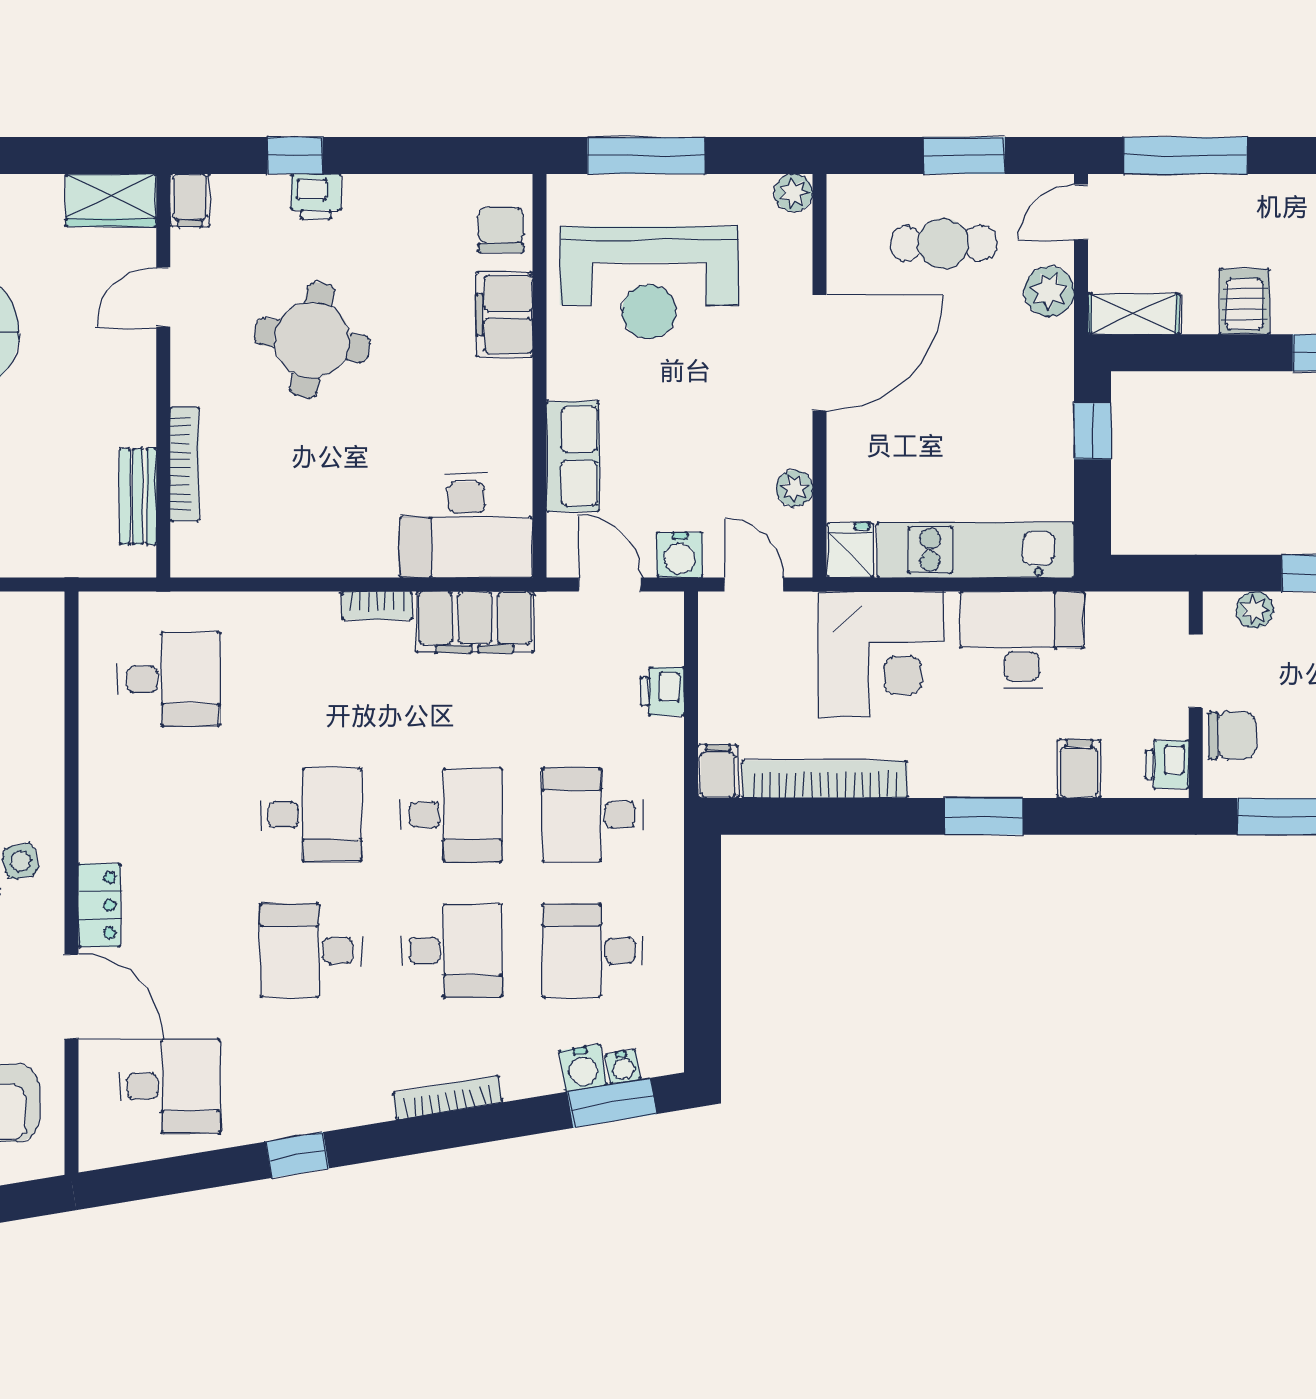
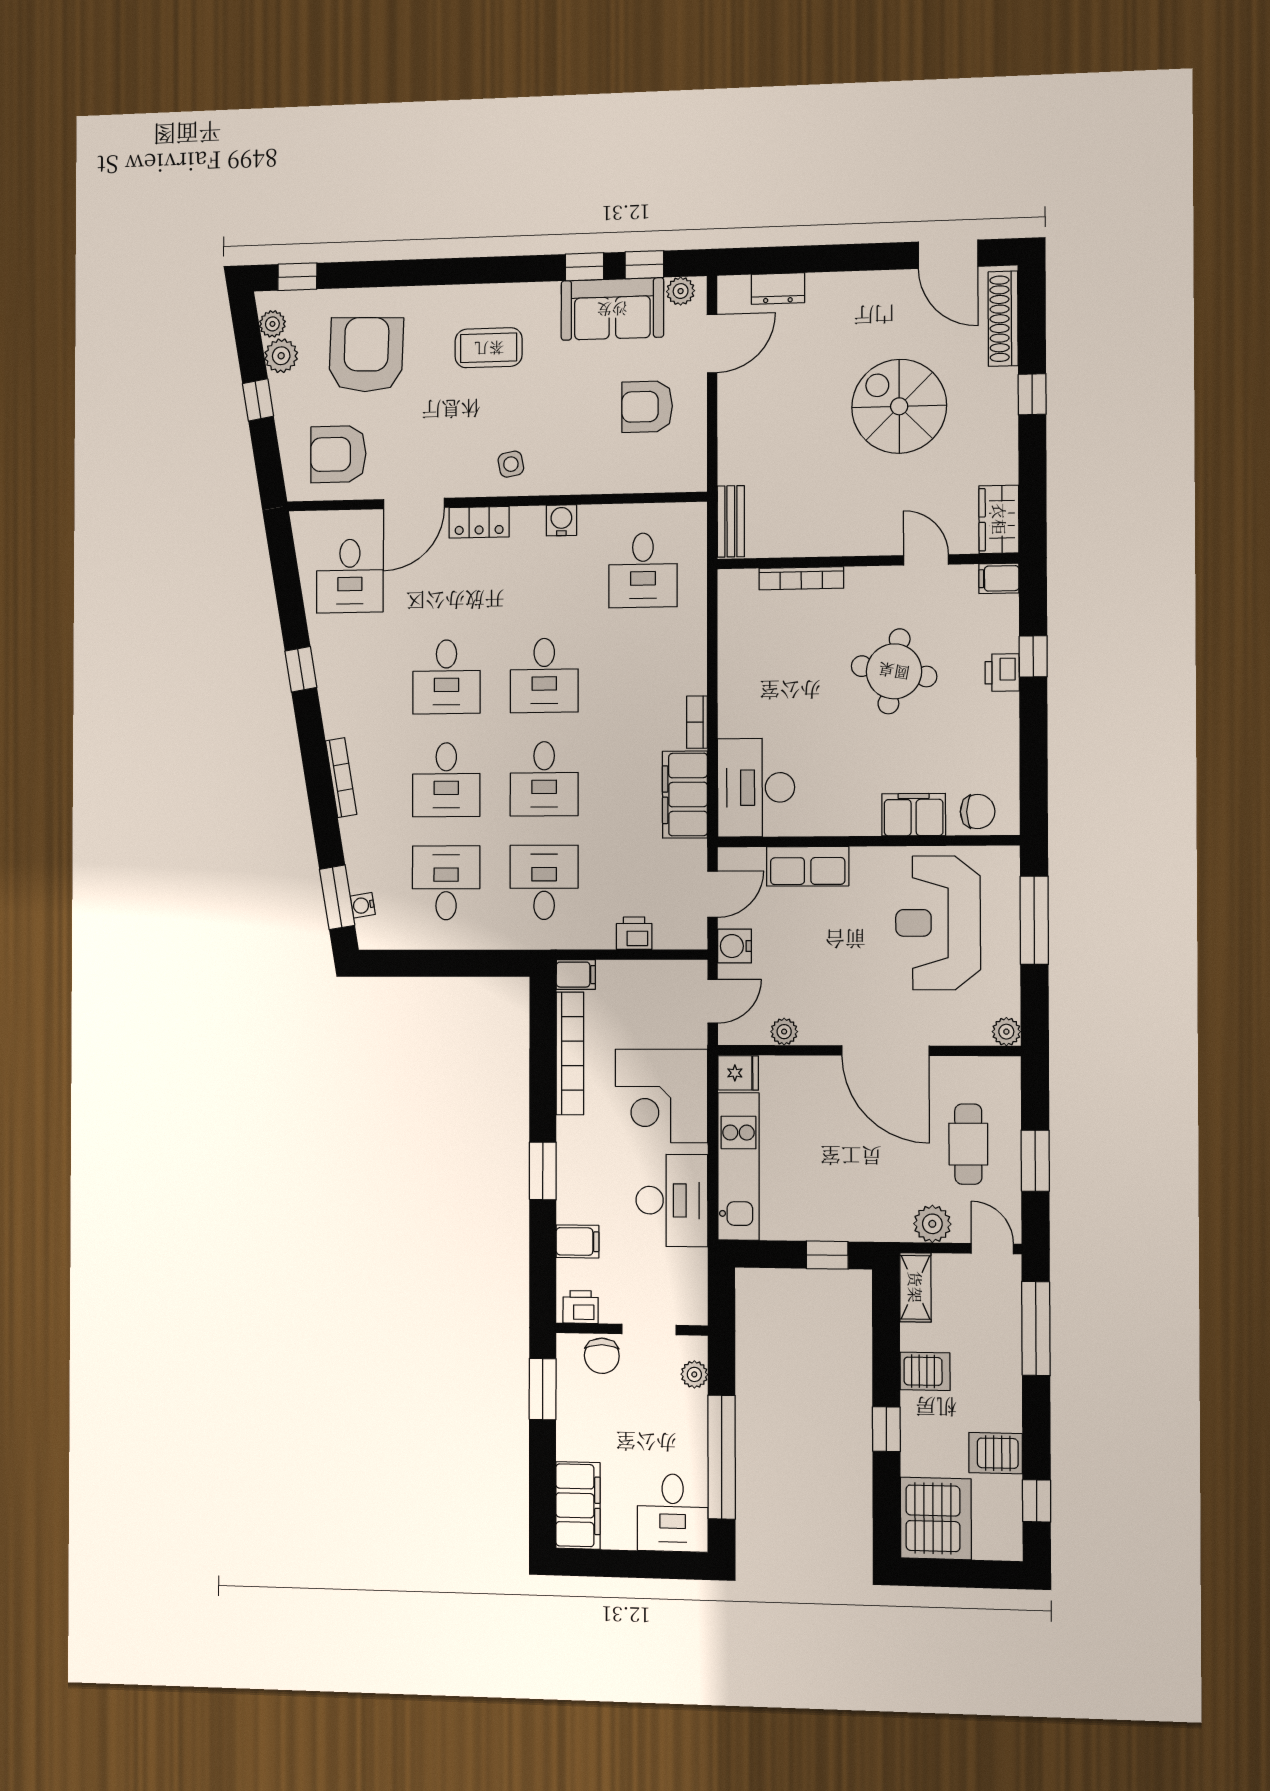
bench: (138, 496) -> (731, 521), moved, turned 90
desk: (311, 951) -> (446, 677), turned 180
water cooler: (583, 1068) -> (561, 520), moved, turned 99

